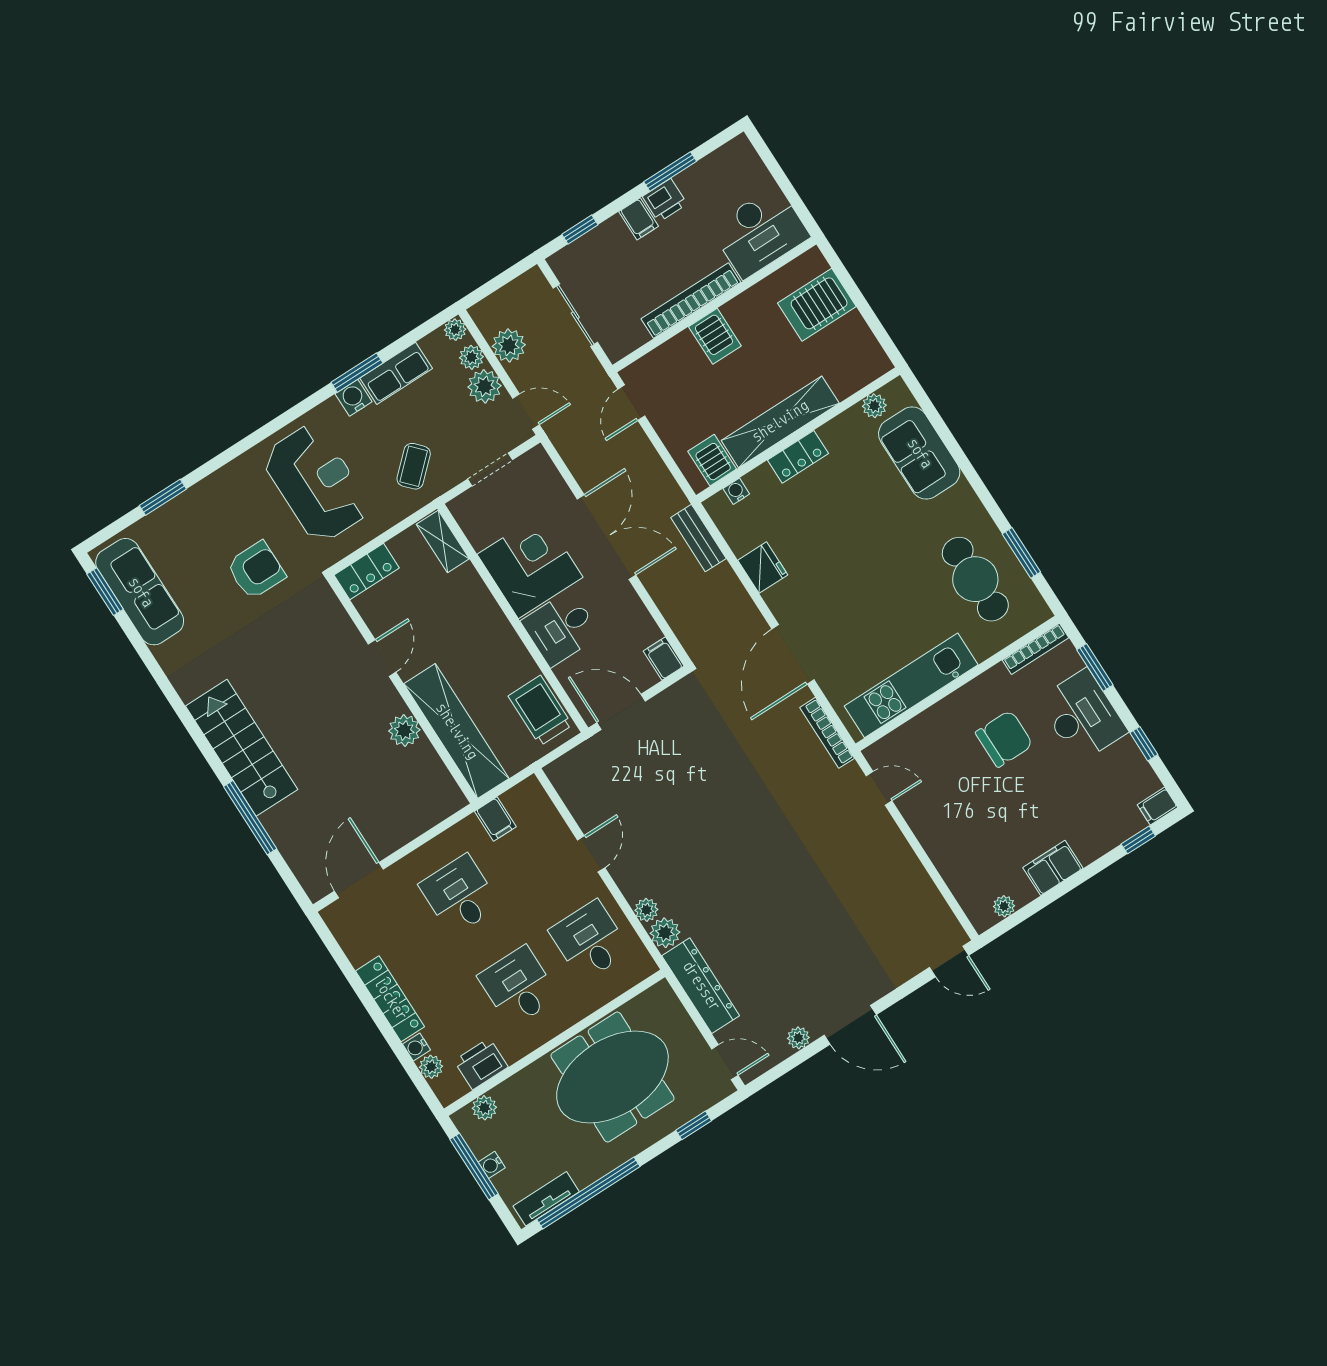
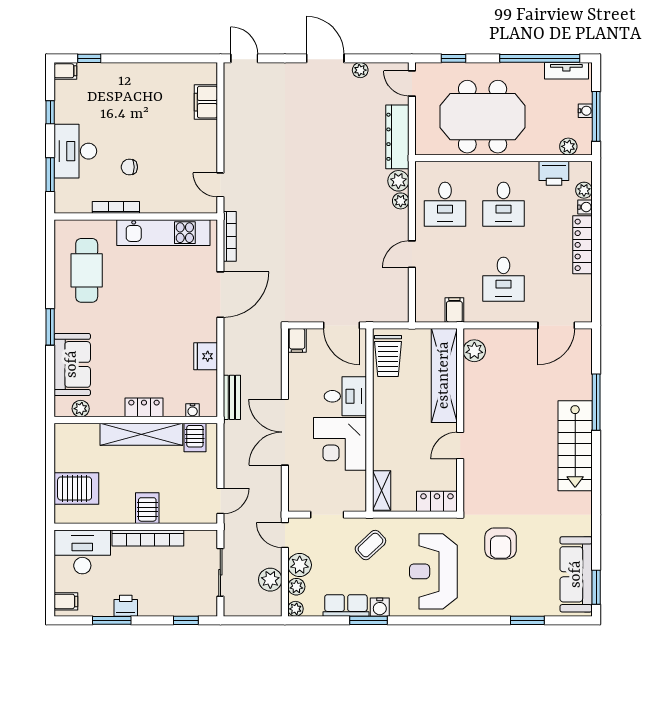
filing cabinet: (639, 219) -> (66, 601), moved, turned 90
window: (1021, 553) -> (50, 327), moved
armchair: (256, 570) -> (501, 543), turned -90
bookcase: (1036, 649) -> (116, 207), moved
plant: (404, 730) -> (474, 351), moved
chair: (1004, 739) -> (129, 167), width x0.54, depth x0.54
filing cabinet: (1053, 868) -> (206, 102), moved, turned 90
plant: (1004, 906) -> (192, 70), removed

